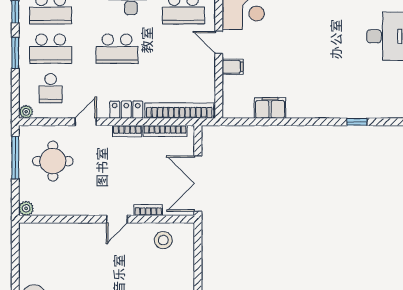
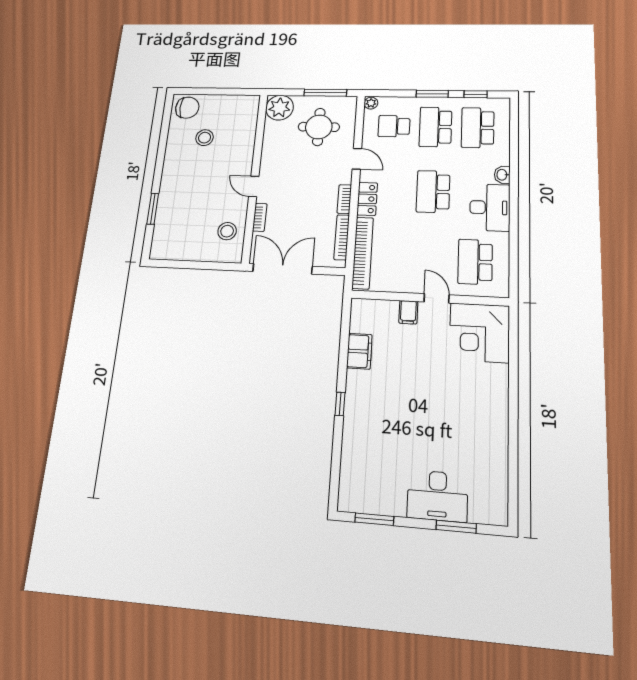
door: (219, 42) -> (437, 298), hinge flipped
window: (357, 122) -> (340, 404), moved
plant: (26, 208) -> (280, 108), width x1.88, depth x1.88
stool: (67, 274) -> (205, 138), added

